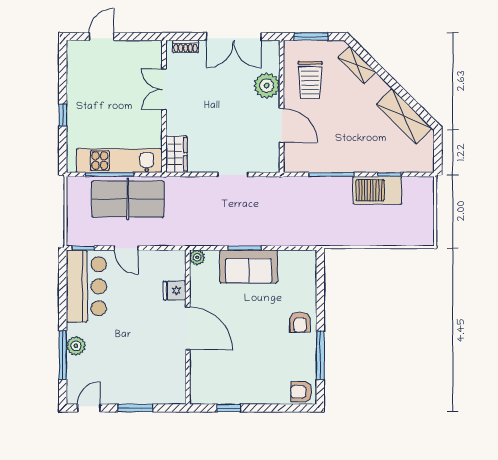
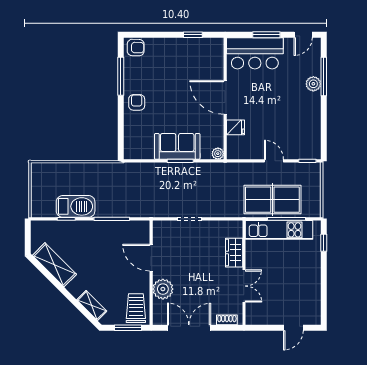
trolley: (310, 80) -> (136, 308), moved
window: (63, 115) -> (324, 243), moved
wardrobe: (176, 154) -> (234, 253), moved
bar counter: (86, 286) -> (255, 53), moved, turned -90

